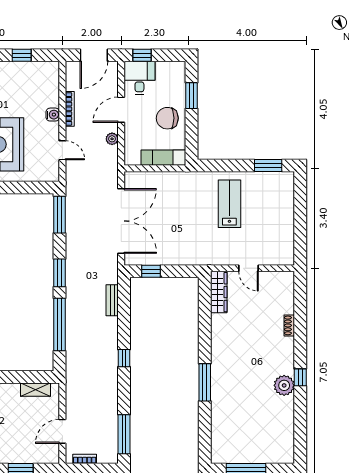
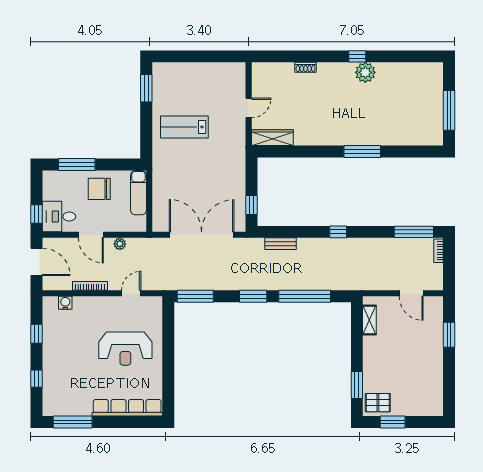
window: (192, 96) -> (77, 165), width x1.44
water cooler: (53, 115) -> (65, 303), moved
chair: (167, 118) -> (99, 189), turned 90
bookcase: (85, 459) -> (438, 251), moved

